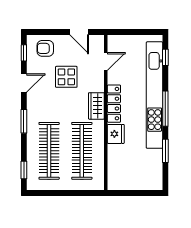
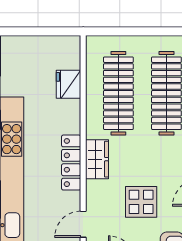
fridge: (116, 134) -> (69, 84), moved

